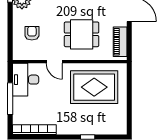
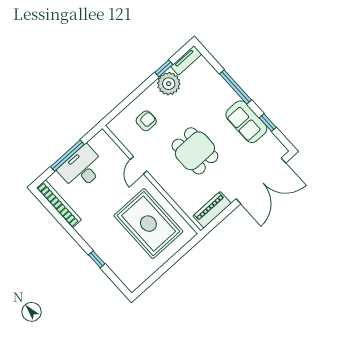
dining table: (82, 34) -> (195, 151), moved
desk: (26, 80) -> (82, 168), moved

